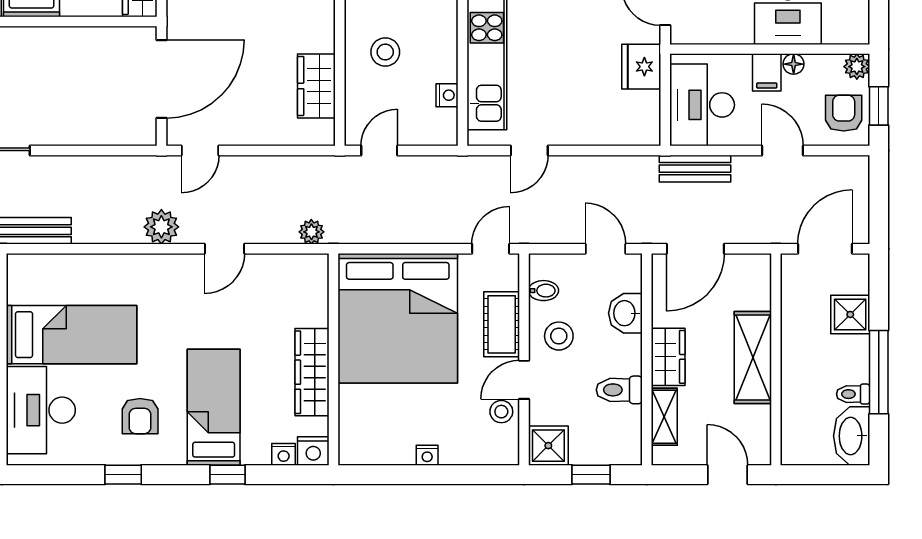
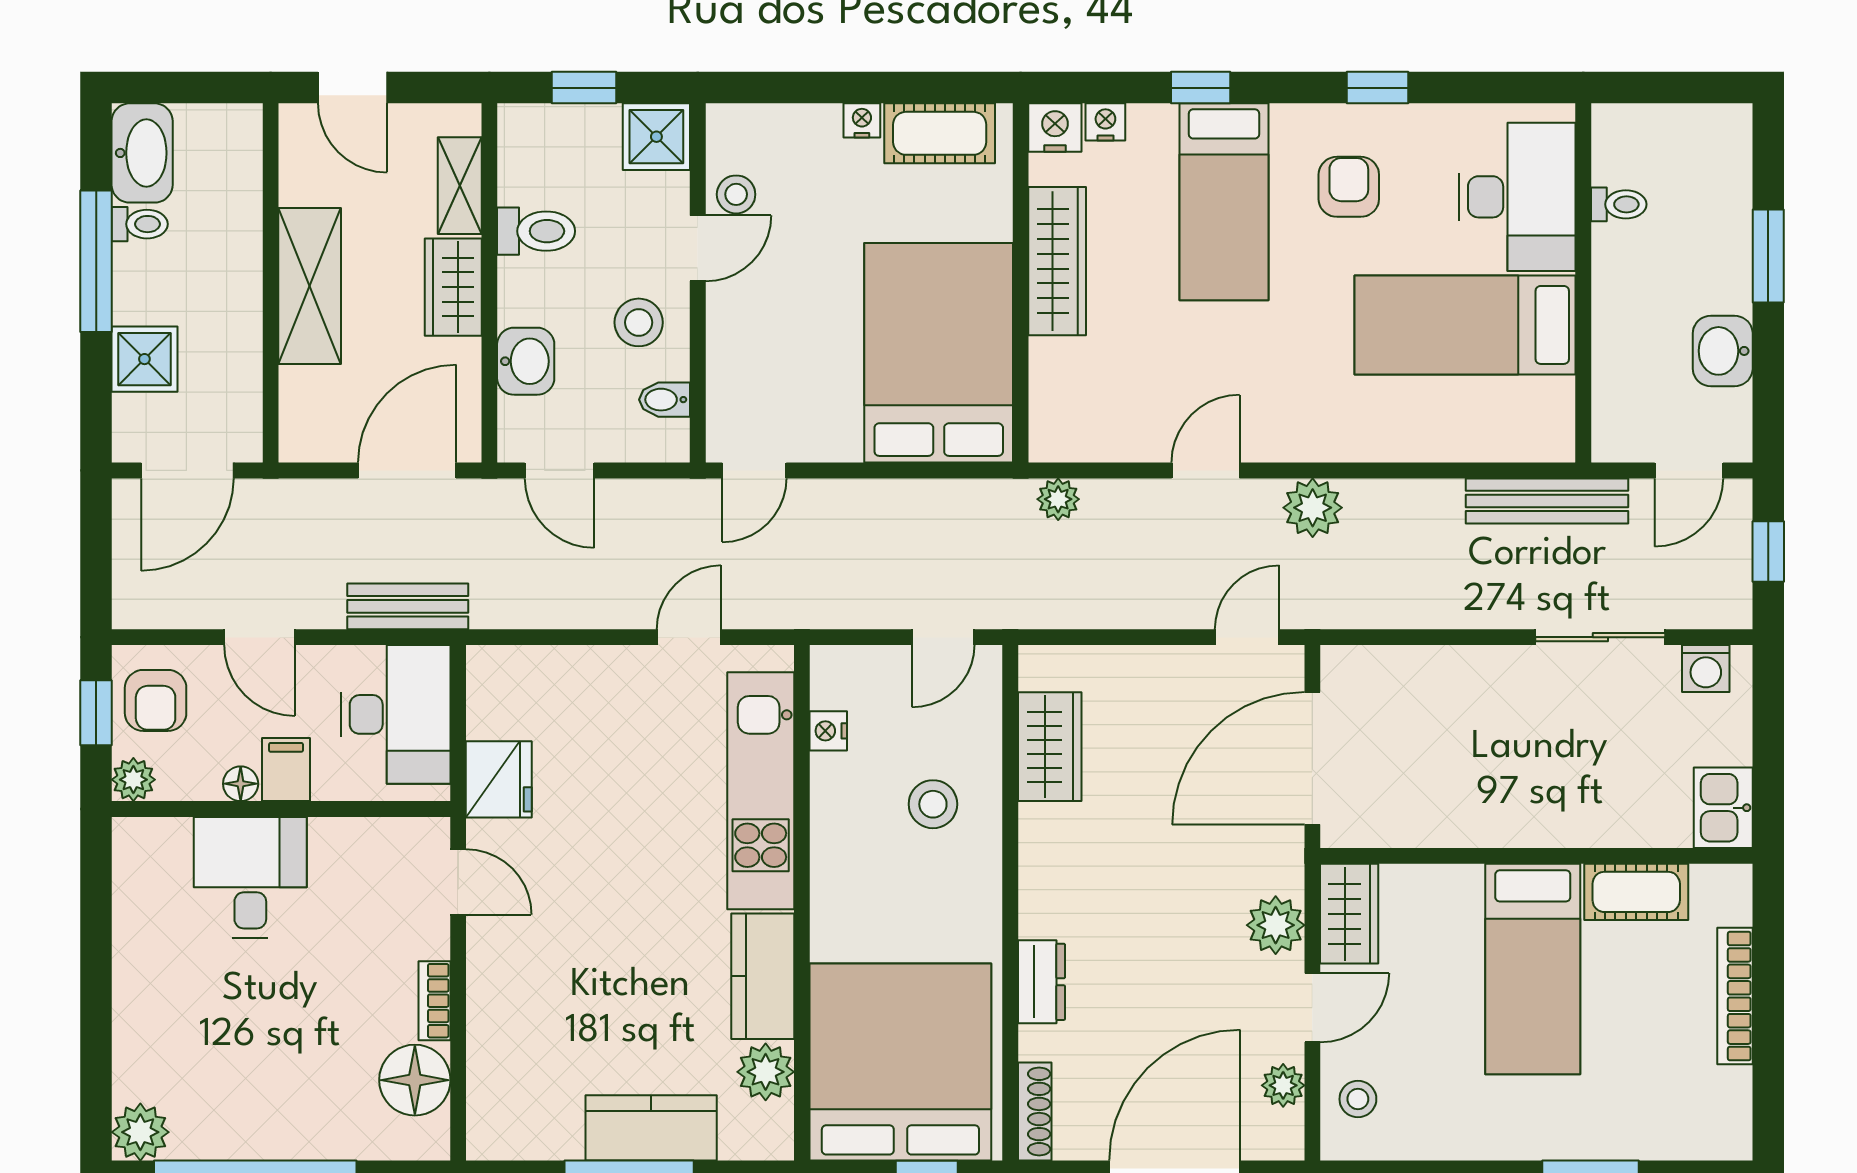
bed: (398, 318) -> (939, 353), width x0.73
cot: (502, 324) -> (940, 133), moved, turned 90

